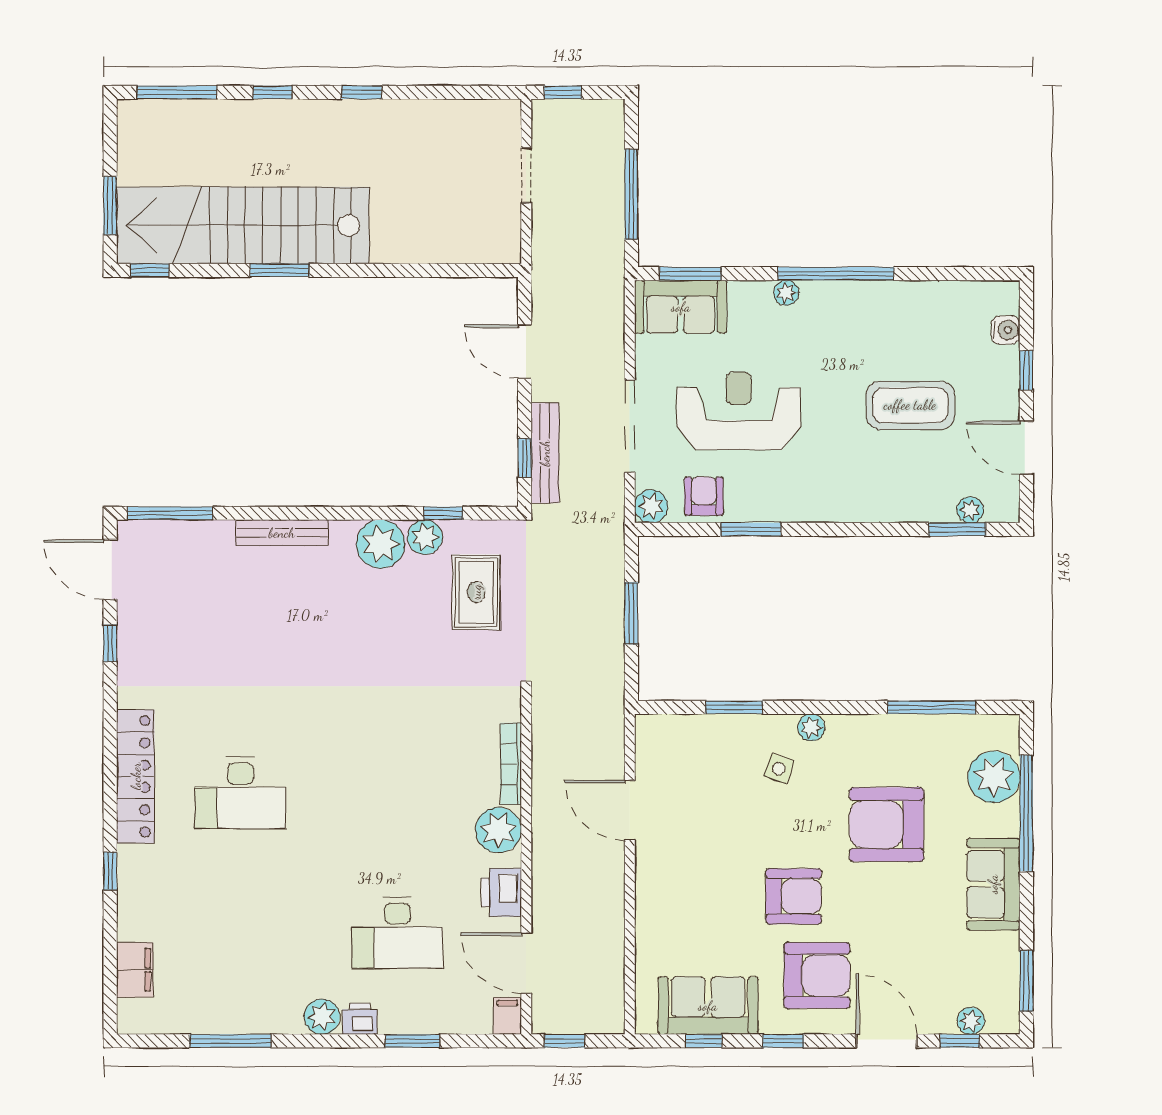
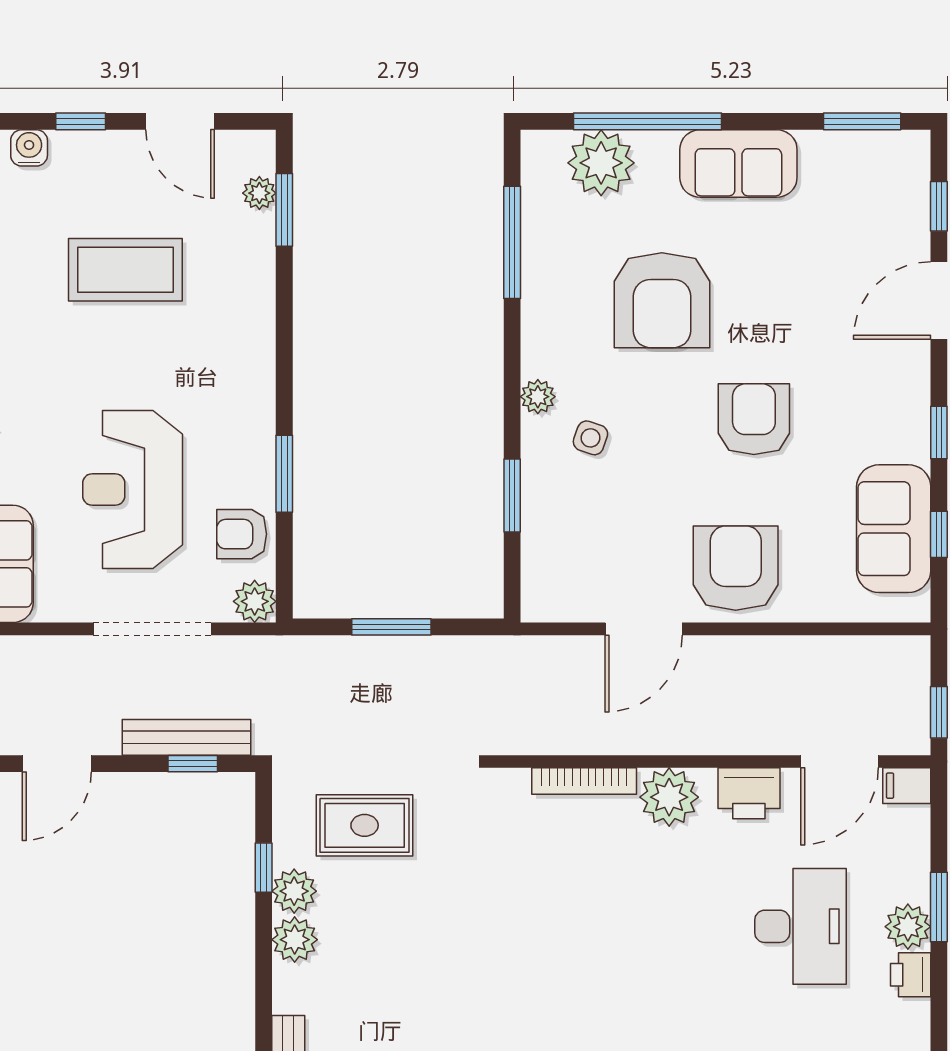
coffee table: (910, 405) -> (125, 270), turned 90
door: (1026, 448) -> (180, 121), hinge flipped
plant: (381, 544) -> (295, 940), width x0.73, depth x0.73
armchair: (817, 975) -> (736, 568), moved
plant: (322, 1017) -> (908, 927), moved
plant: (971, 1021) -> (913, 192), removed

